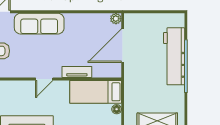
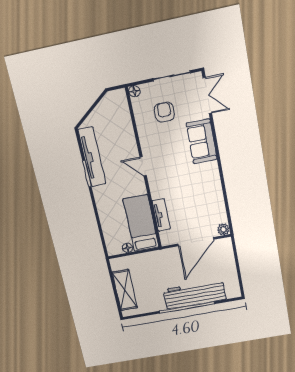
sofa: (39, 24) -> (202, 141), width x0.73
door: (123, 46) -> (196, 242), swing flipped
tv unit: (77, 72) -> (161, 215), moved

